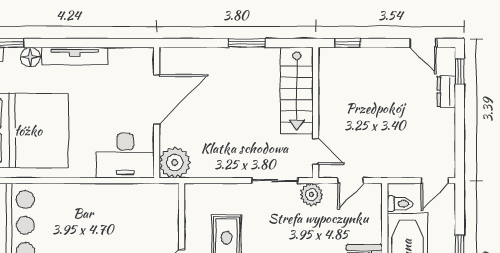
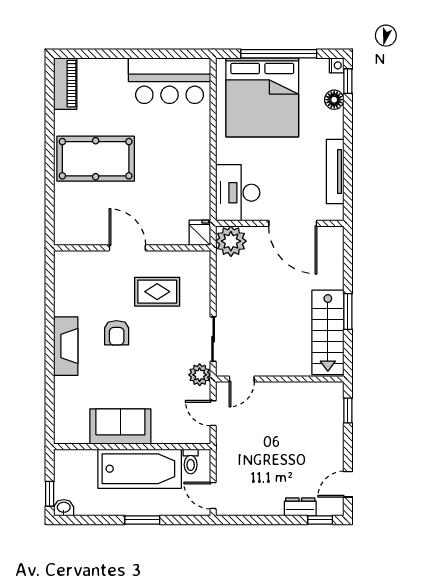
tv unit: (75, 56) -> (335, 172), moved
stairs: (297, 90) -> (328, 332), moved, turned -90
fridge: (166, 194) -> (200, 233), added

